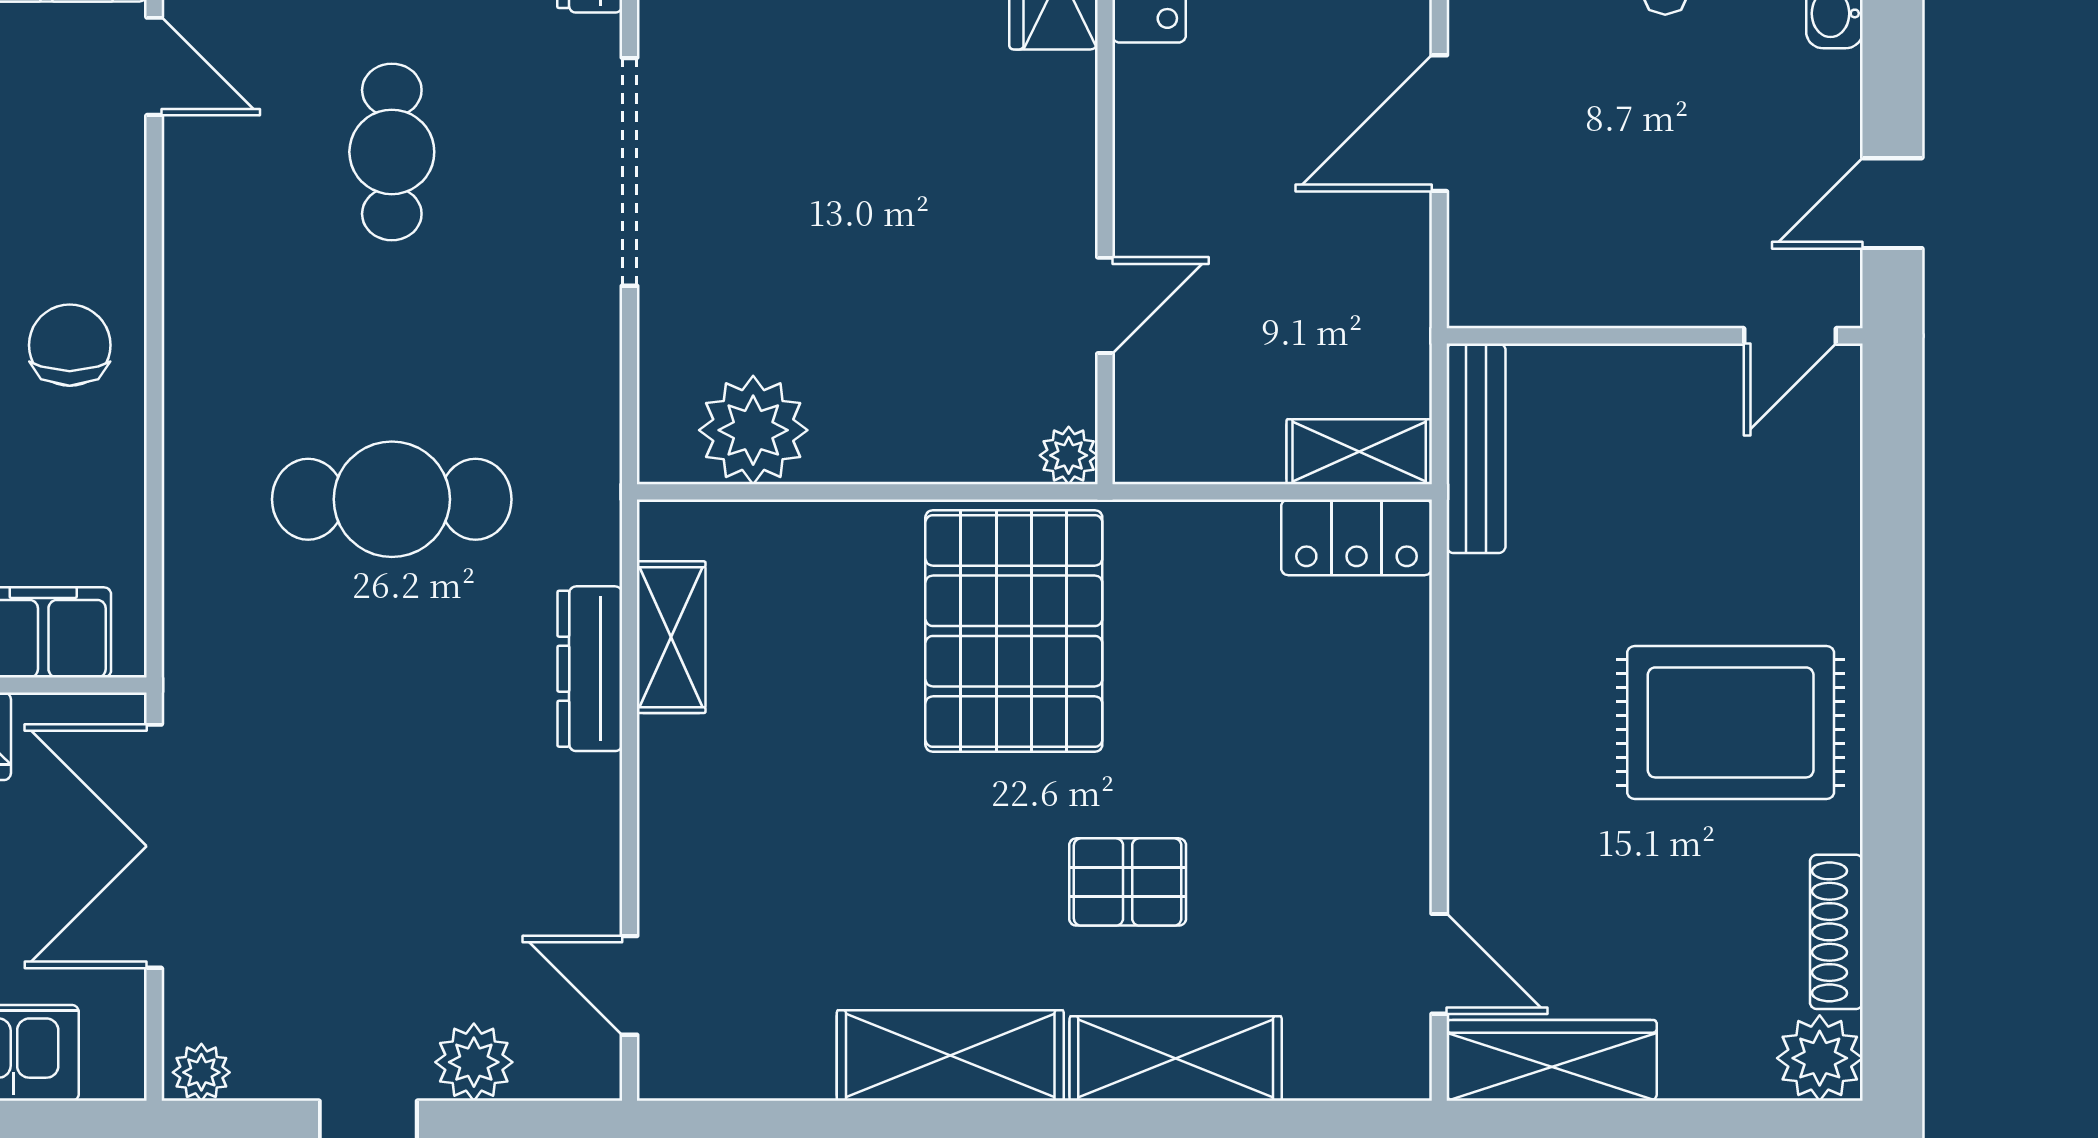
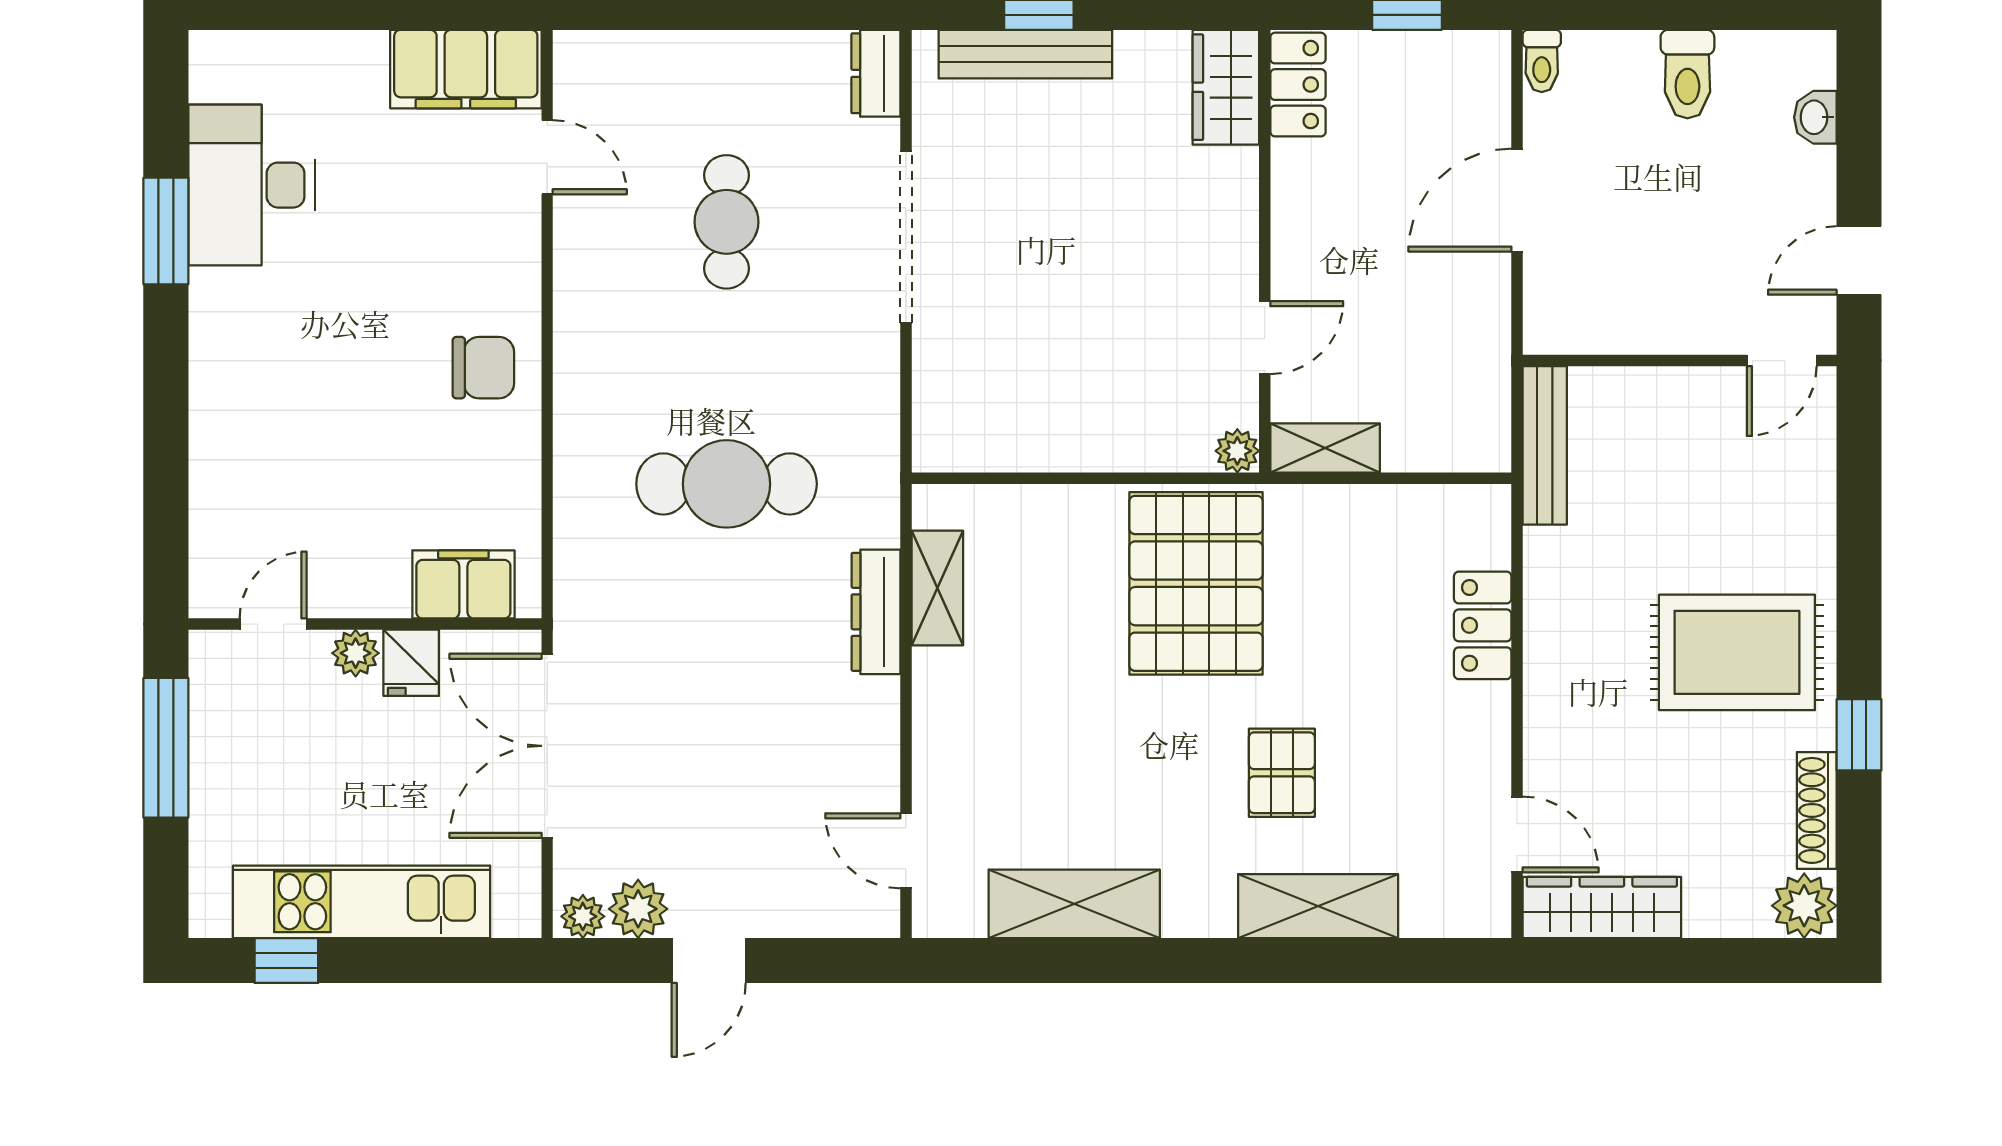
chair: (70, 345) -> (483, 368), turned 90
plant: (753, 430) -> (999, 432), removed
shelving: (1359, 452) -> (1325, 448), moved
locker: (1357, 537) -> (1483, 625), moved, turned 90
window: (1892, 832) -> (1859, 735), added
pallet: (1128, 882) -> (1282, 773), turned 90
shelving: (950, 1056) -> (1074, 904), moved
plant: (474, 1062) -> (638, 909), moved

